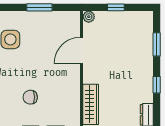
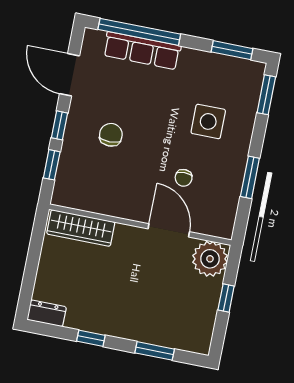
plant: (89, 17) -> (210, 259), width x1.88, depth x1.88
chair: (48, 48) -> (184, 178), added

